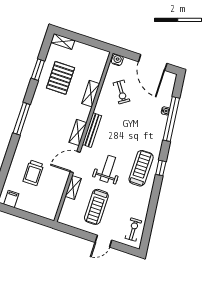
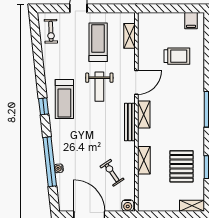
trolley: (33, 173) -> (177, 56), turned 90
shelving: (73, 187) -> (129, 36), moved

